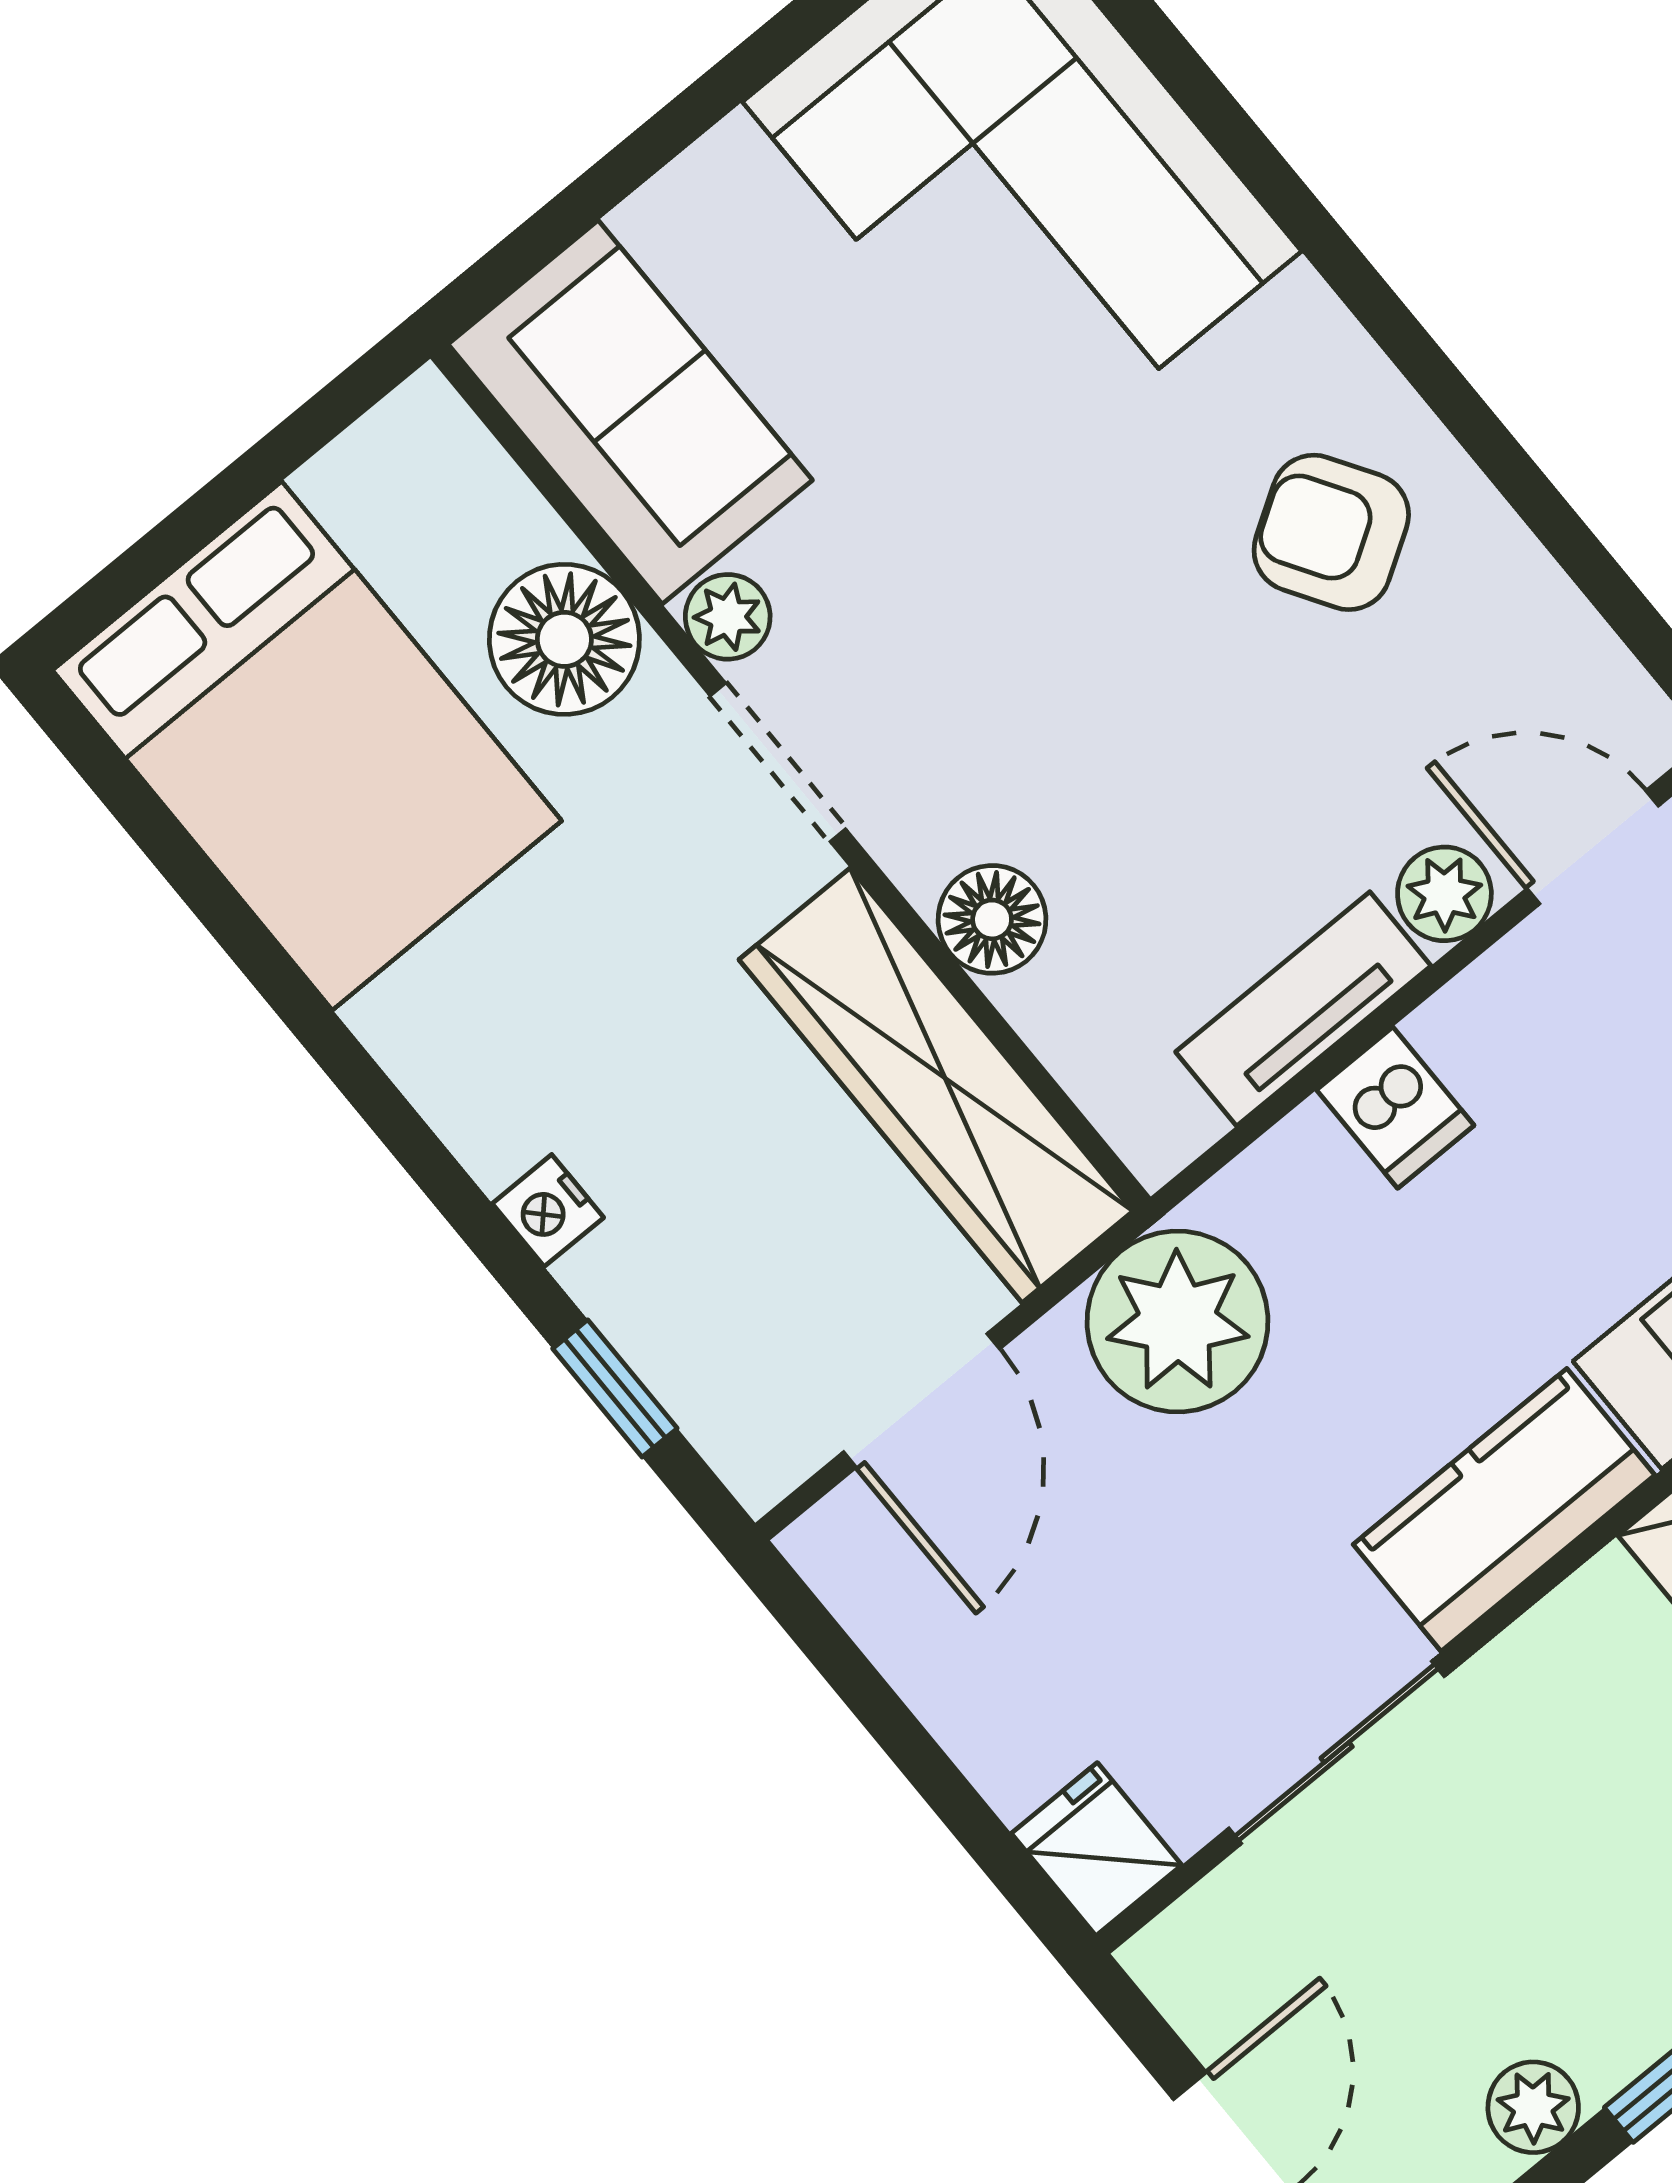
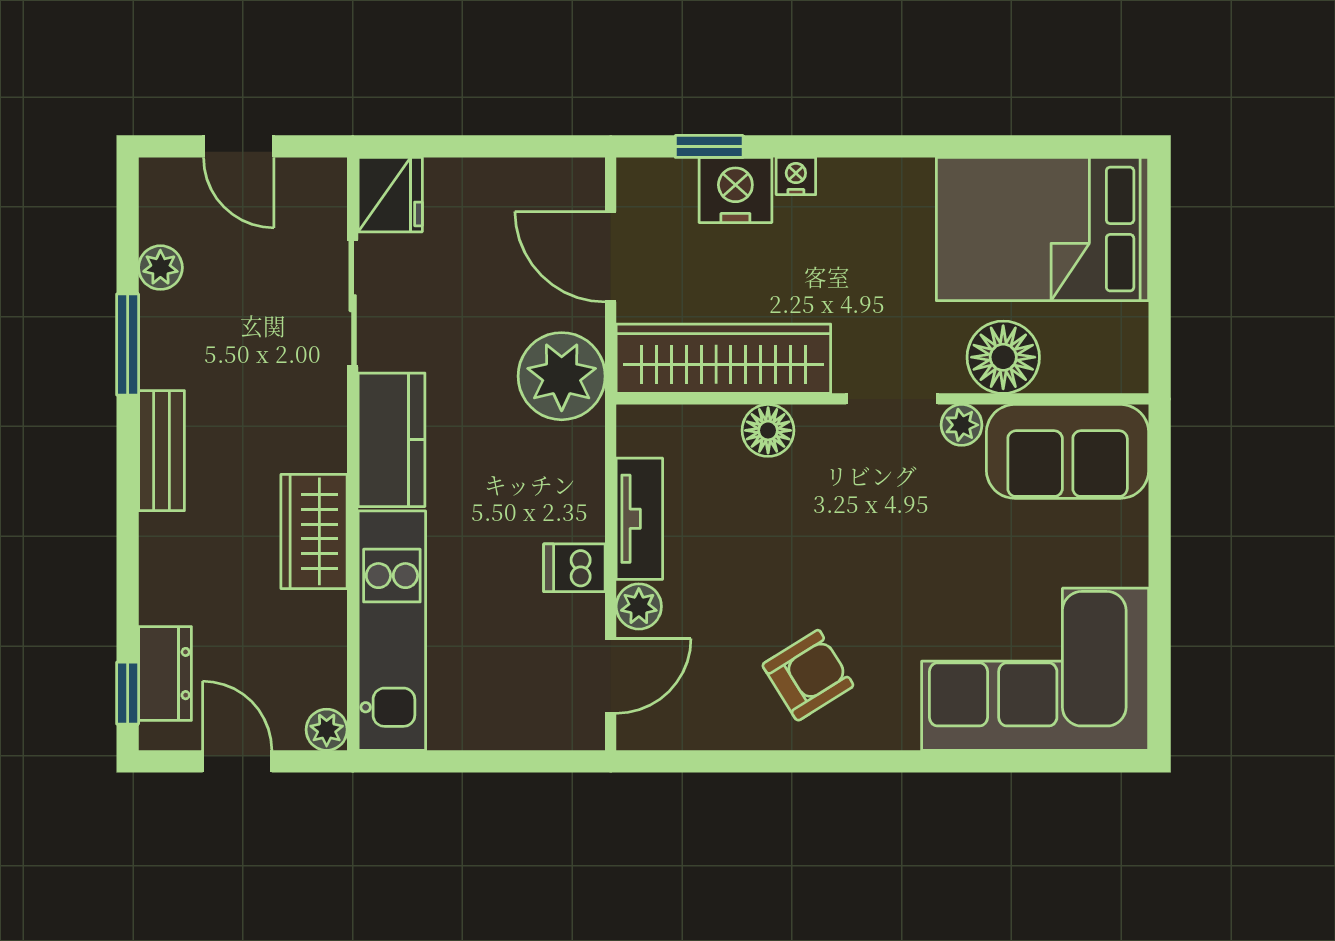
dishwasher: (1395, 1108) -> (574, 568), moved
nightstand: (650, 1289) -> (735, 190), added
fridge: (1097, 1849) -> (390, 195), width x1.38

